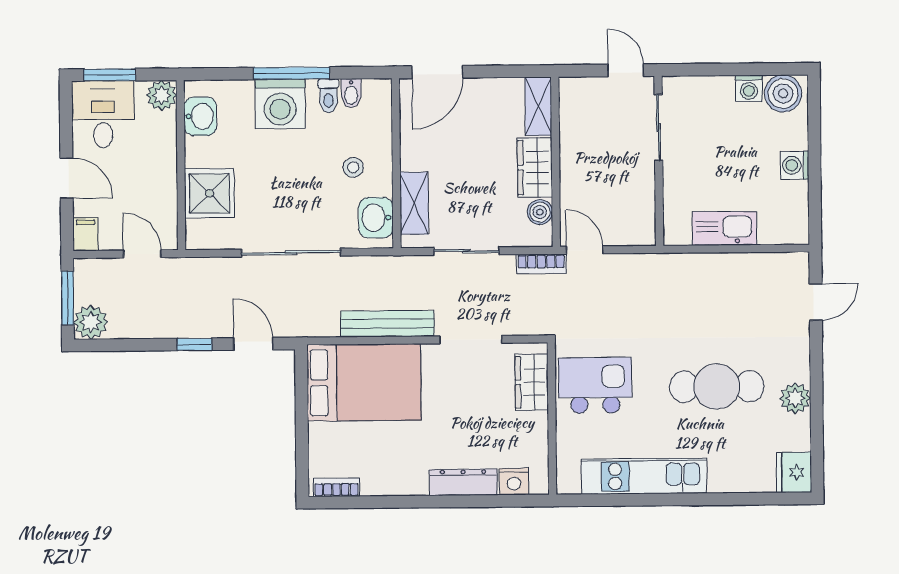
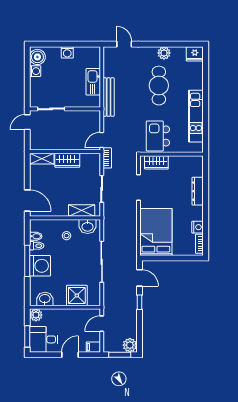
boiler: (540, 212) -> (86, 158), removed
bench: (387, 324) -> (109, 97), moved
door: (253, 344) -> (139, 278), swing flipped
nightstand: (514, 482) -> (198, 227), moved

